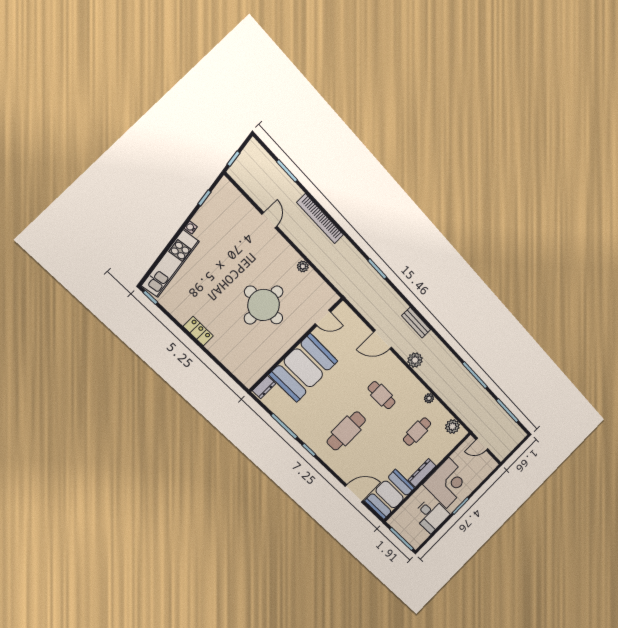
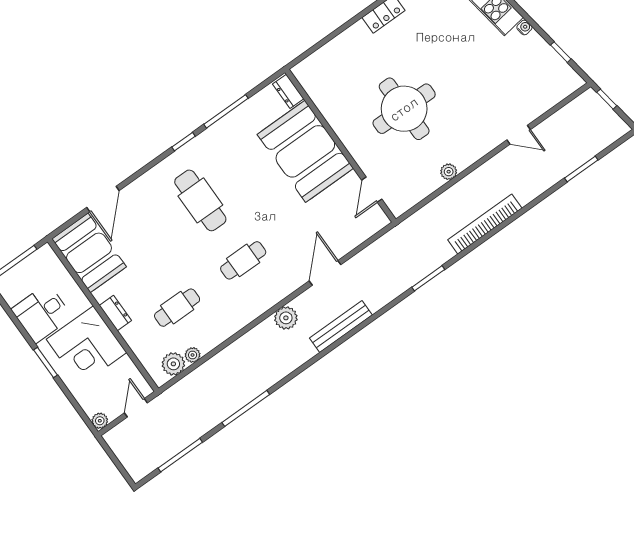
bookcase: (320, 219) -> (485, 224), moved
bench: (416, 323) -> (341, 327), width x1.36
plant: (429, 398) -> (193, 355), moved
cafe table: (417, 432) -> (177, 308), turned 90
plant: (492, 465) -> (100, 421), added
dresser: (422, 473) -> (115, 313), width x0.70

